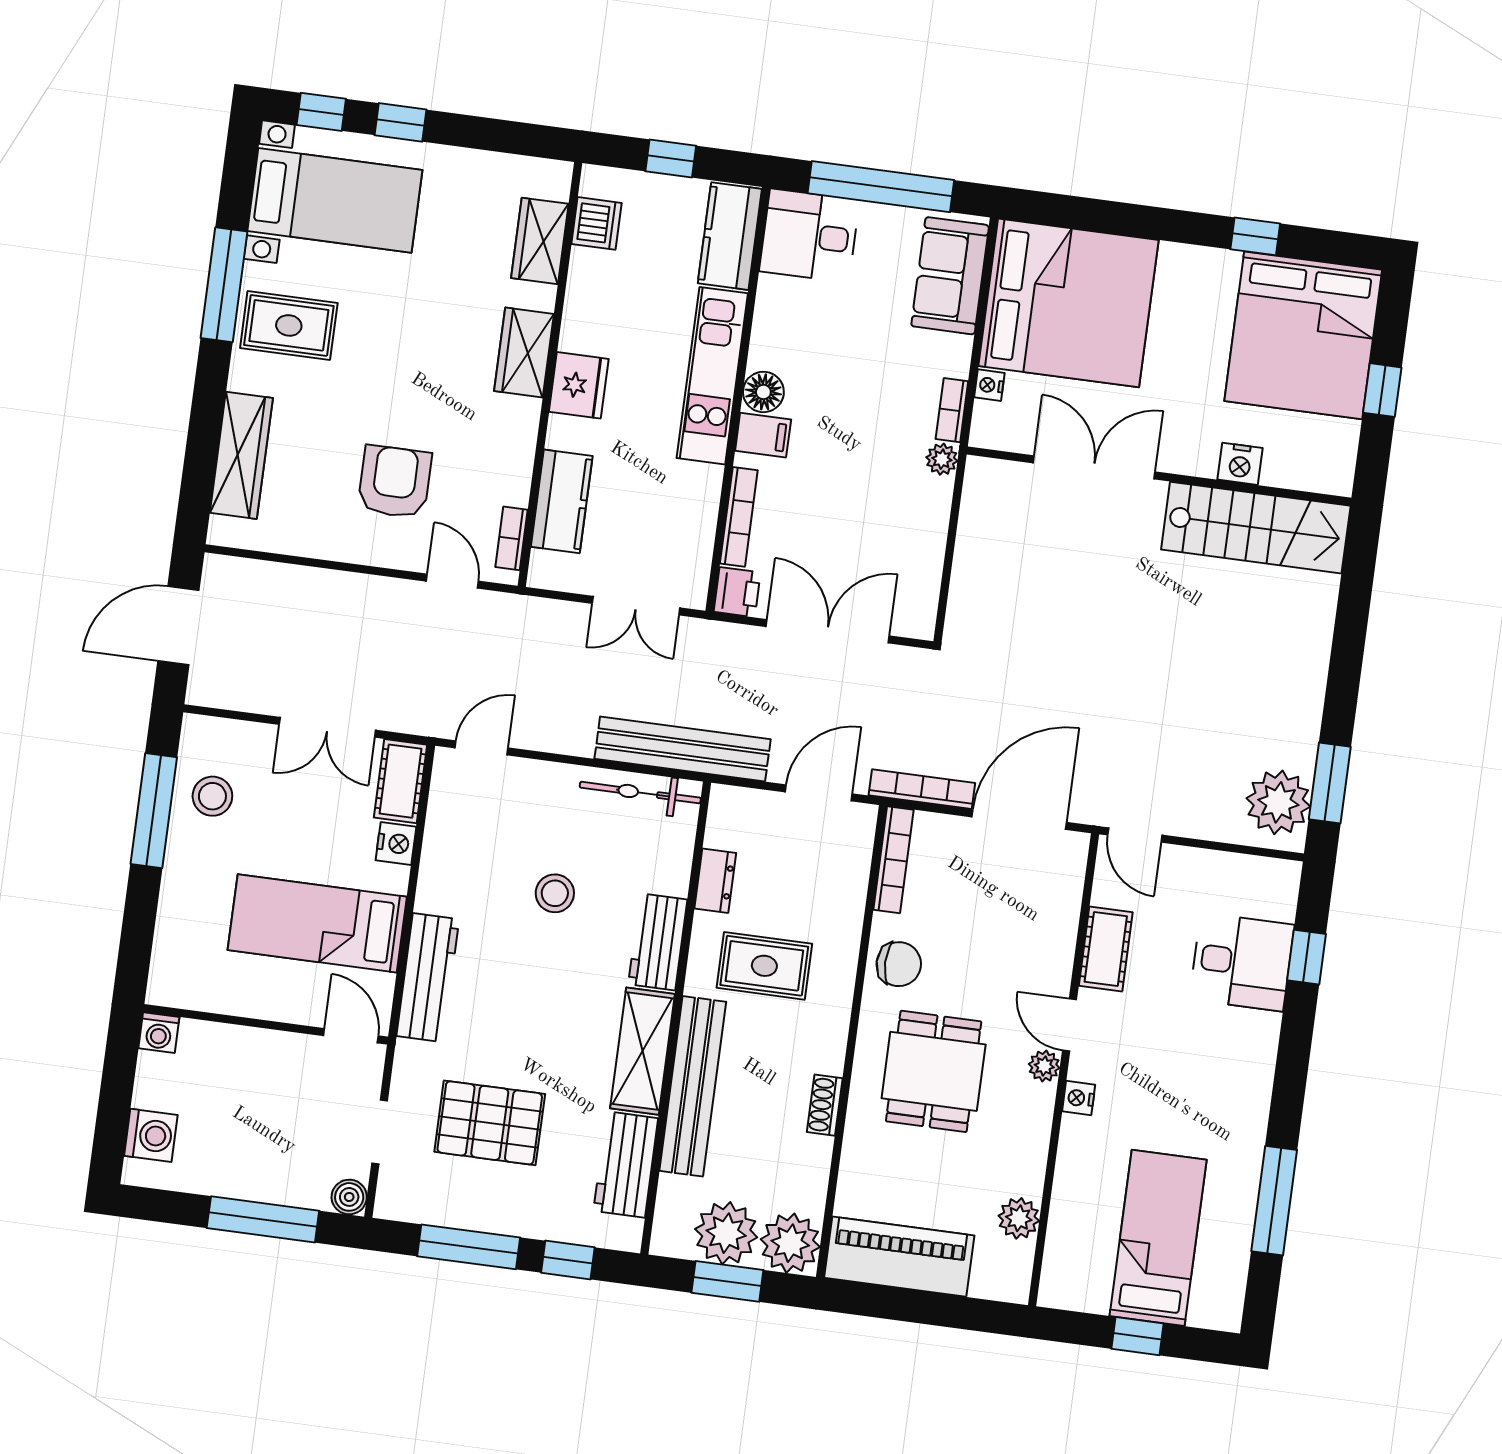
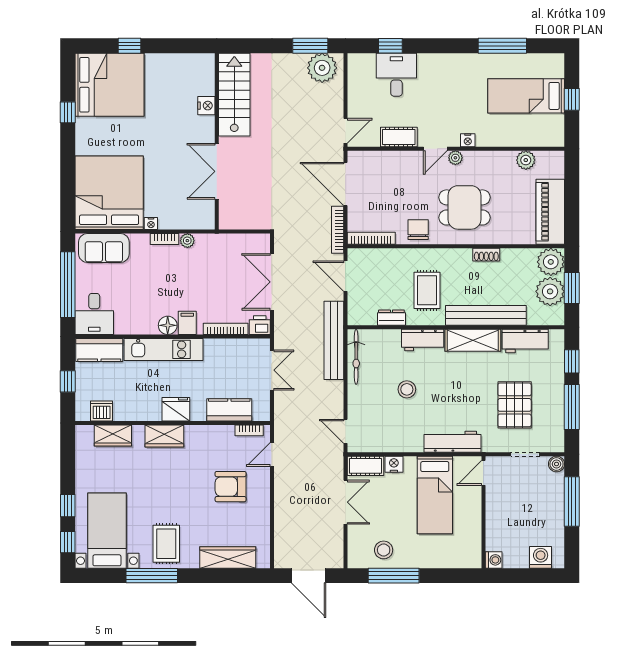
nightstand: (1240, 464) -> (206, 106), moved
double door: (1094, 467) -> (217, 171), moved
wall: (1159, 476) -> (217, 141), moved
stairs: (1256, 528) -> (234, 95), moved

